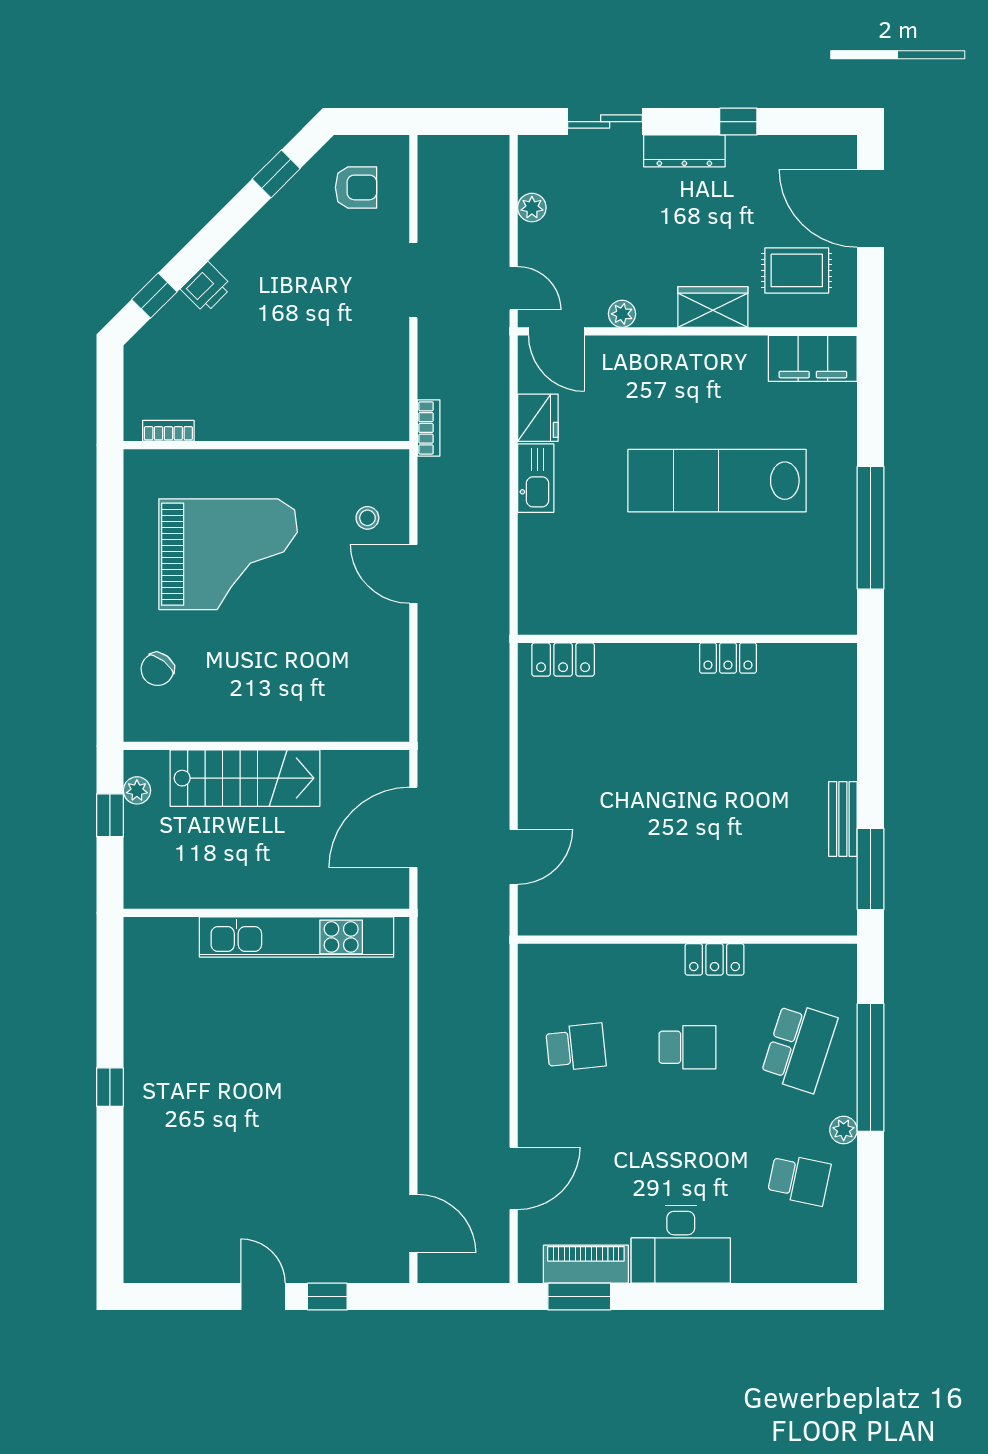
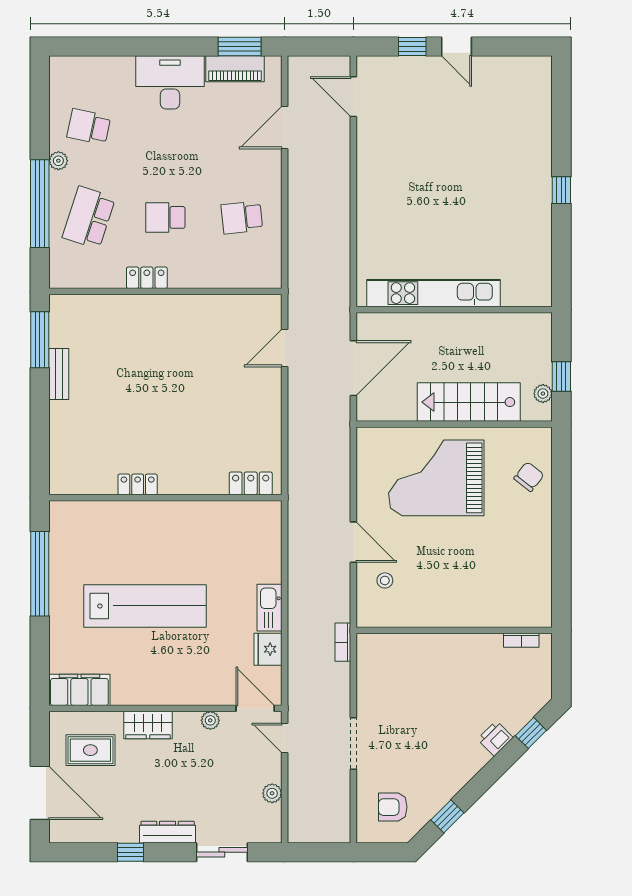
grand piano: (228, 554) -> (436, 478), moved

